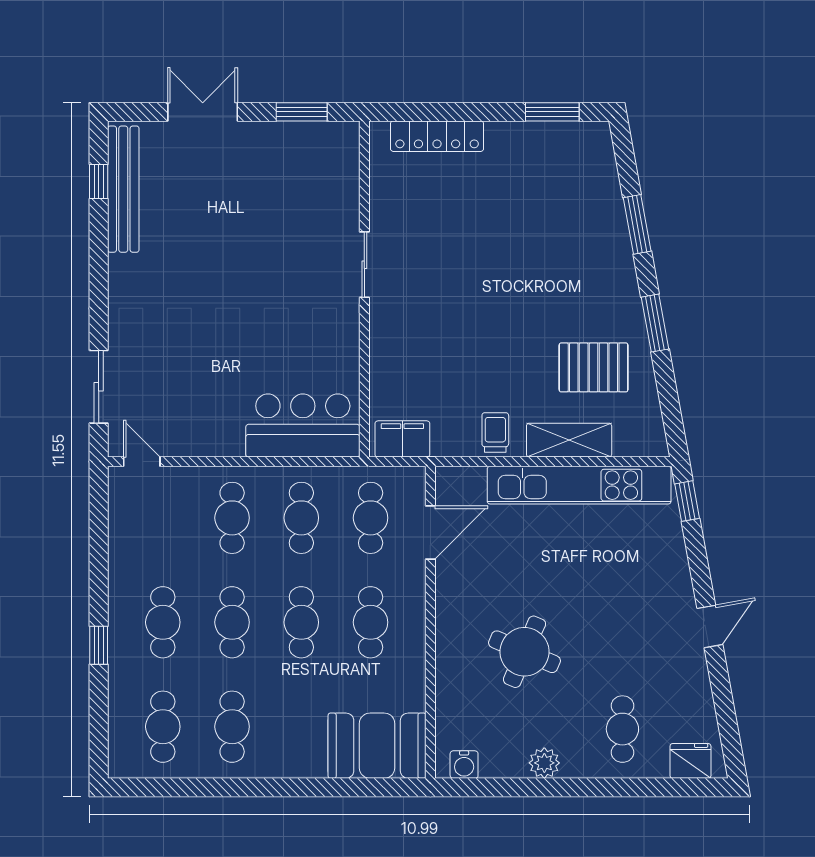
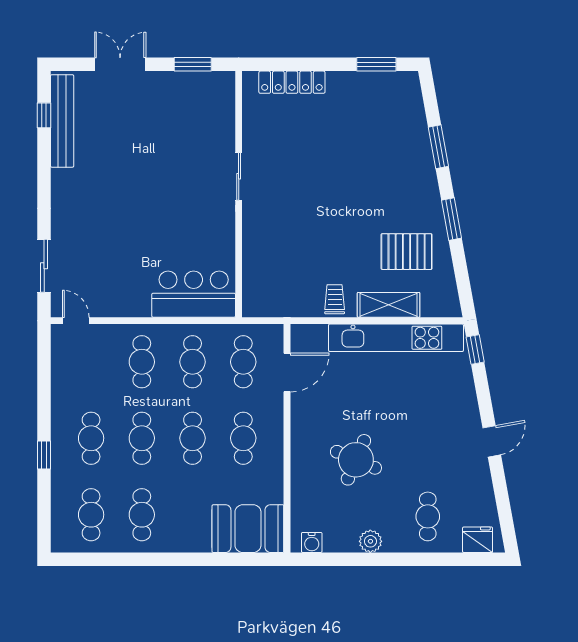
filing cabinet: (402, 439) -> (267, 304), removed

